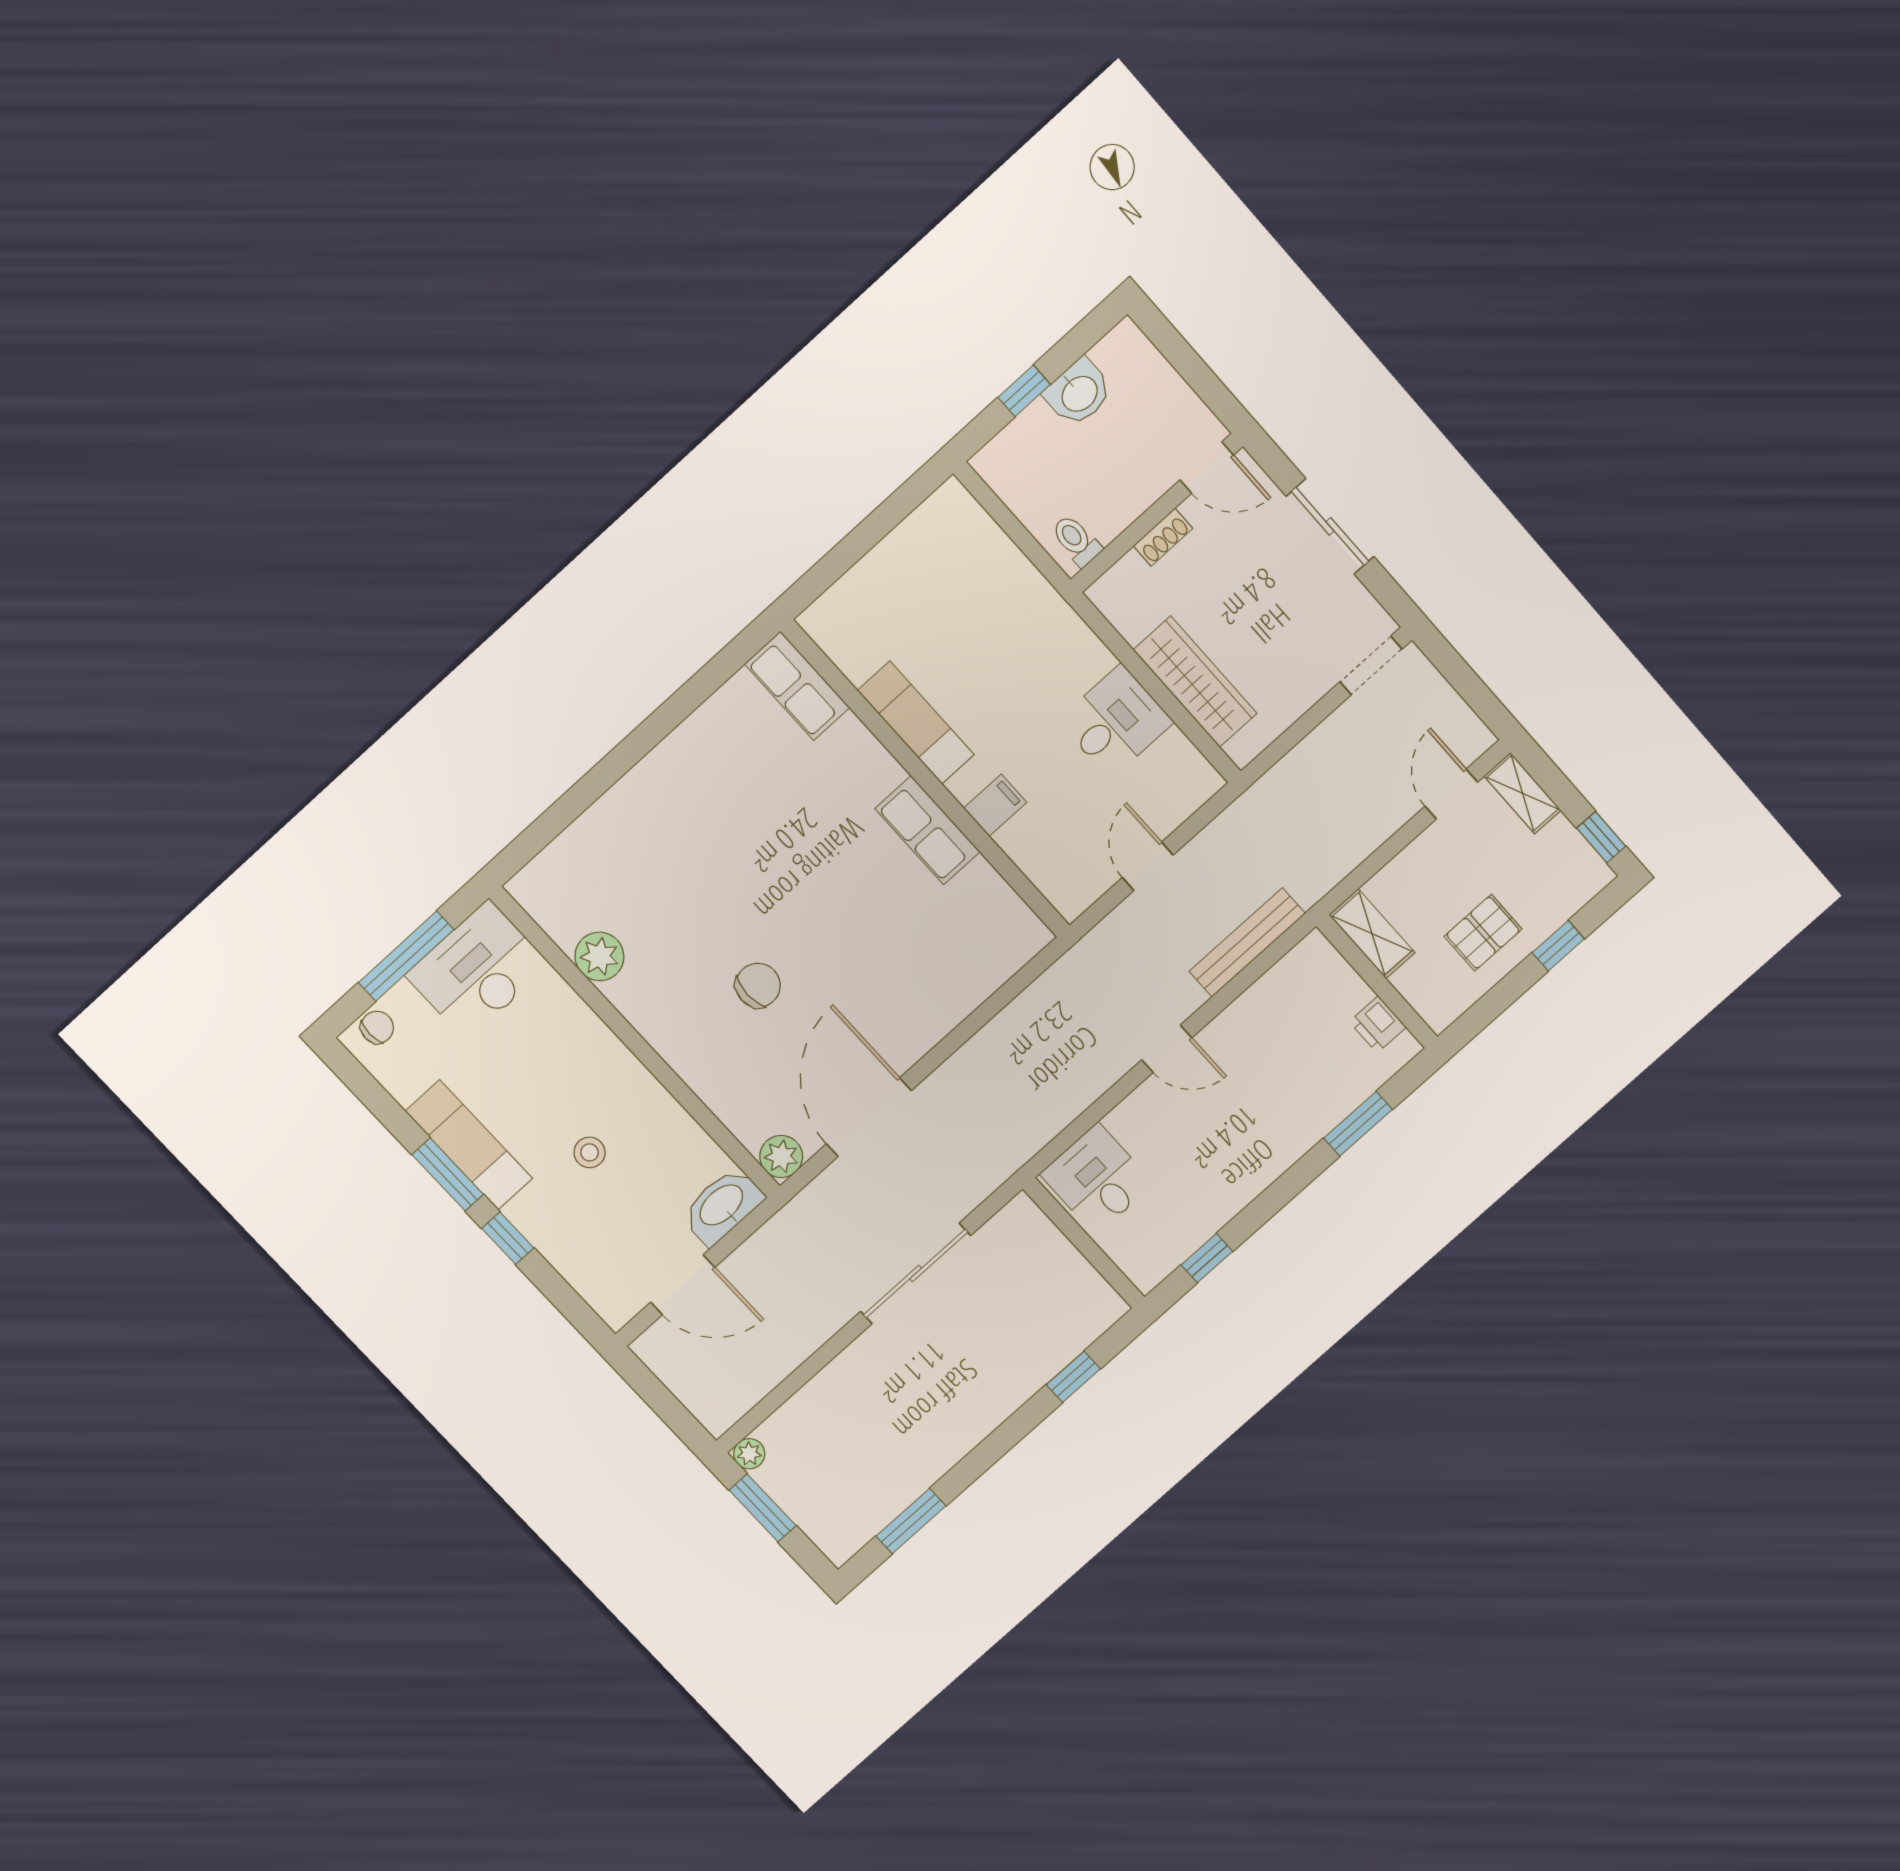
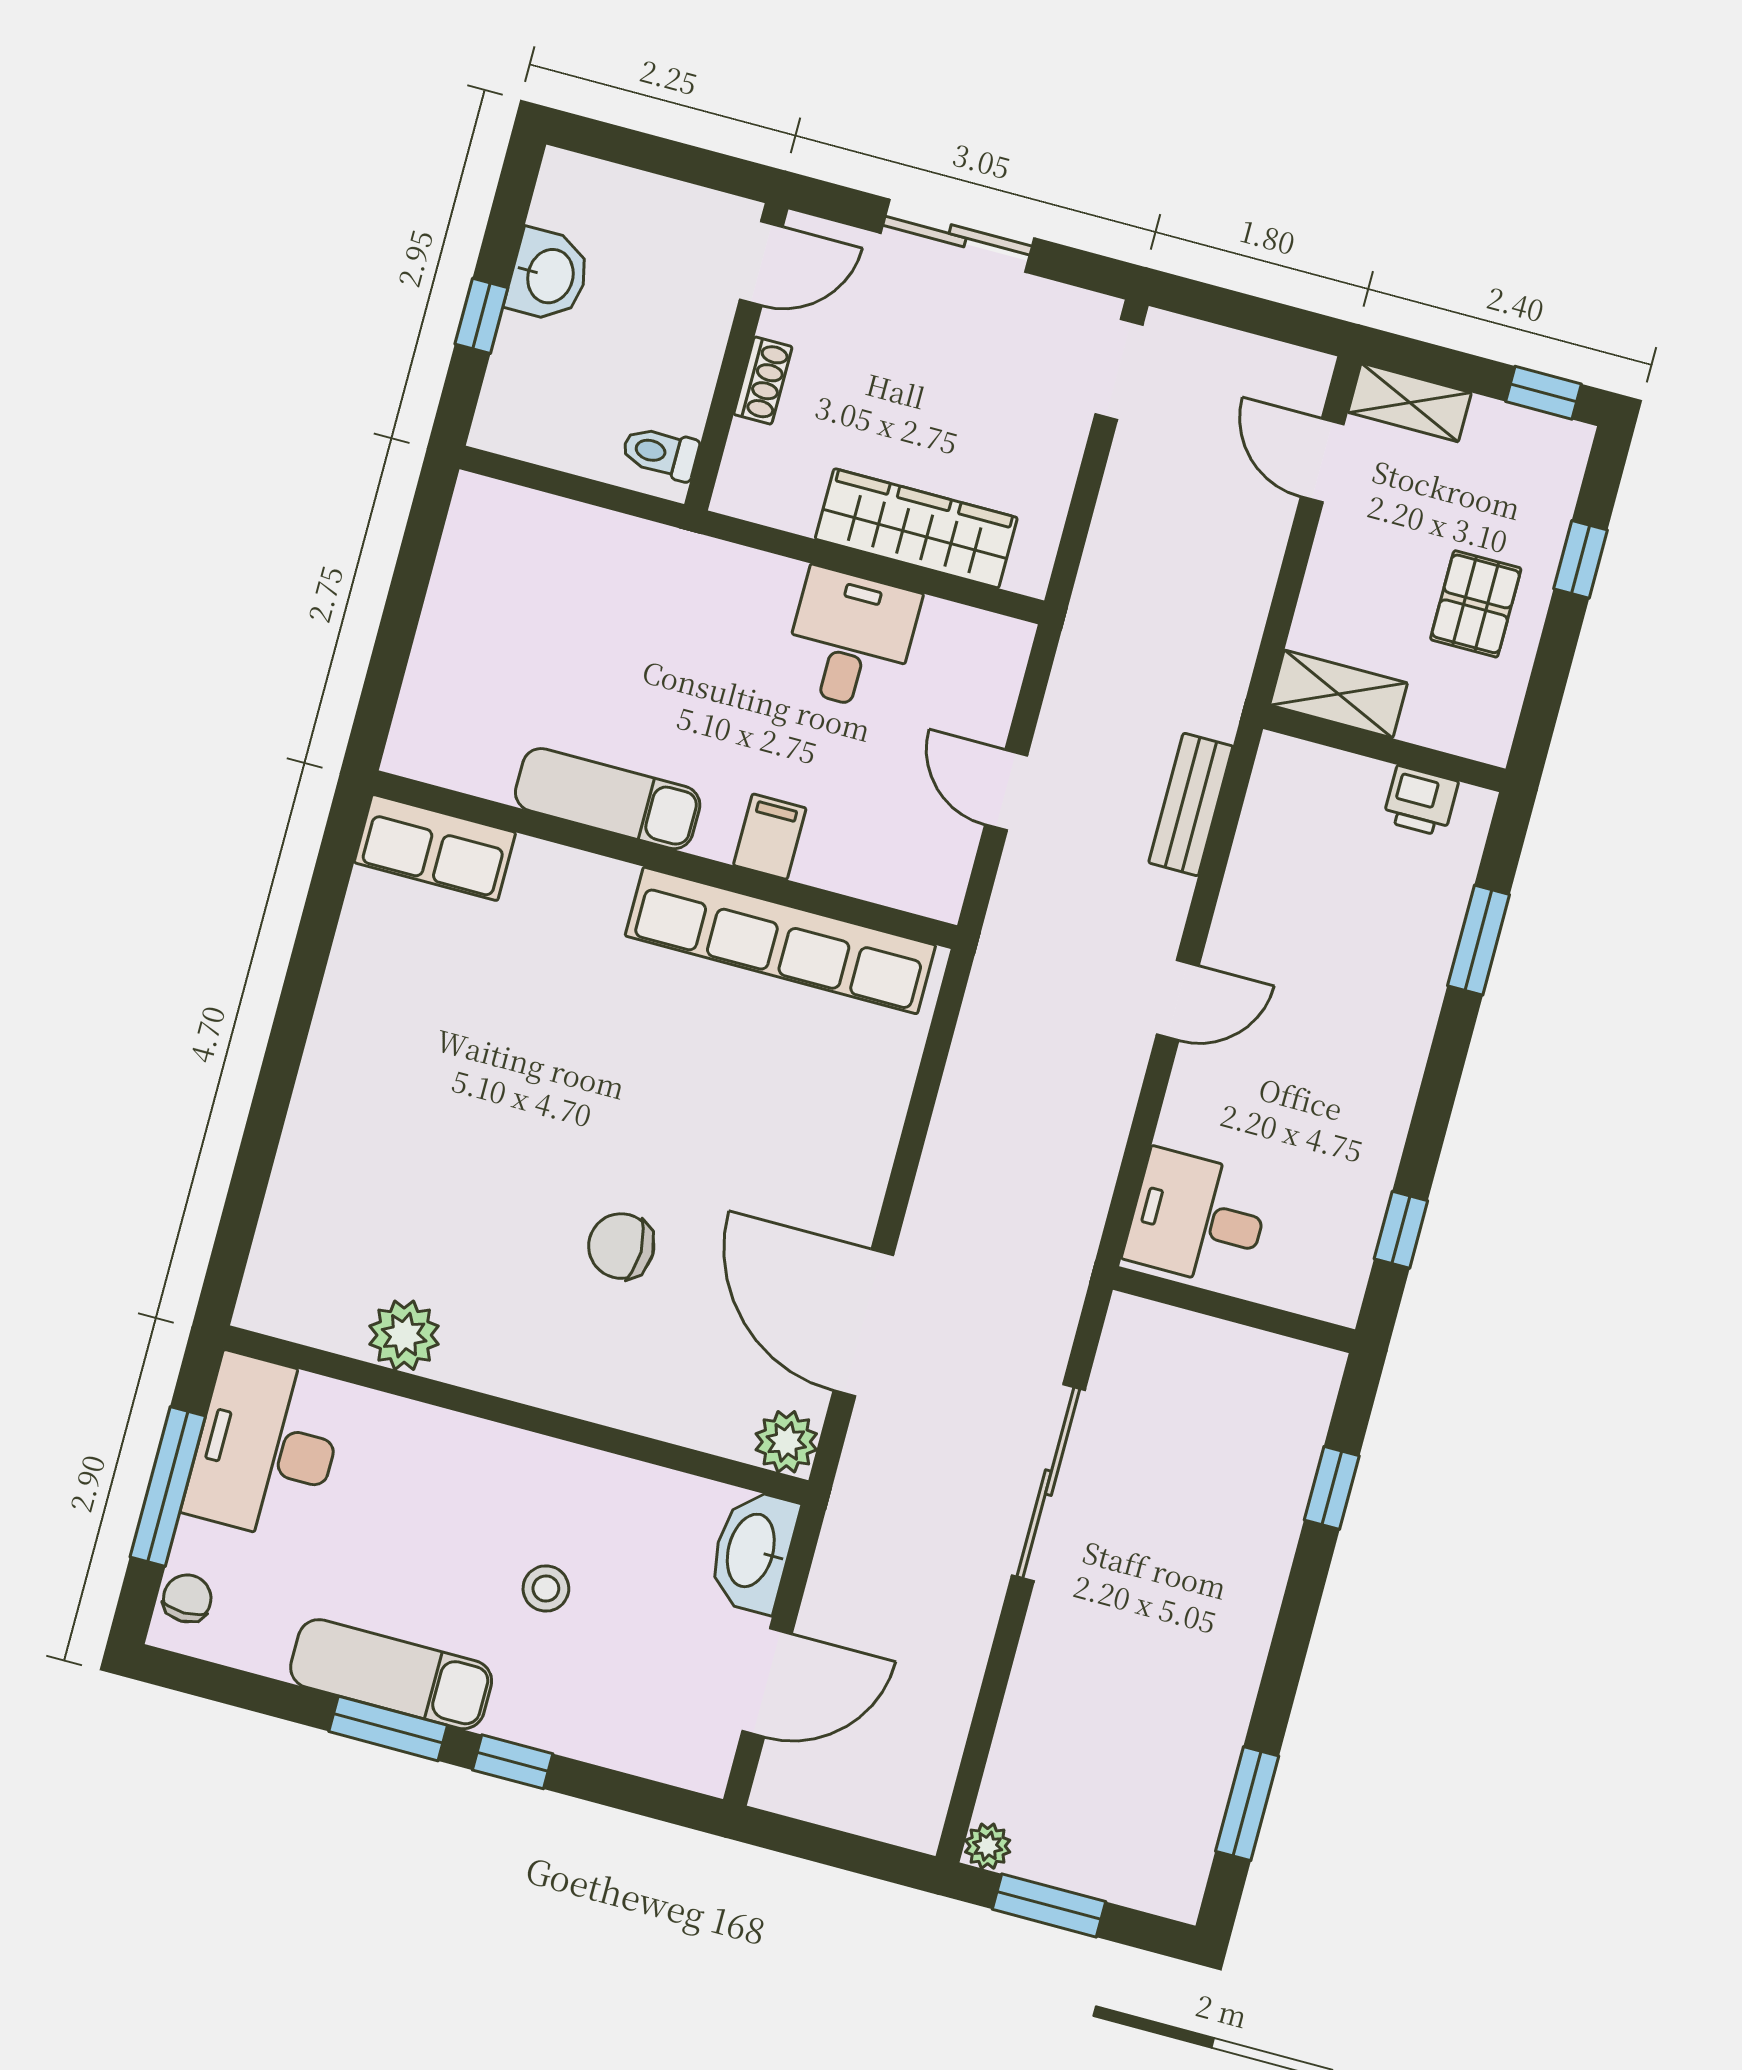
row of seats: (927, 830) -> (780, 940), width x2.02
bench: (1247, 942) -> (1191, 804), width x0.73
chair: (758, 985) -> (621, 1246), turned -90

